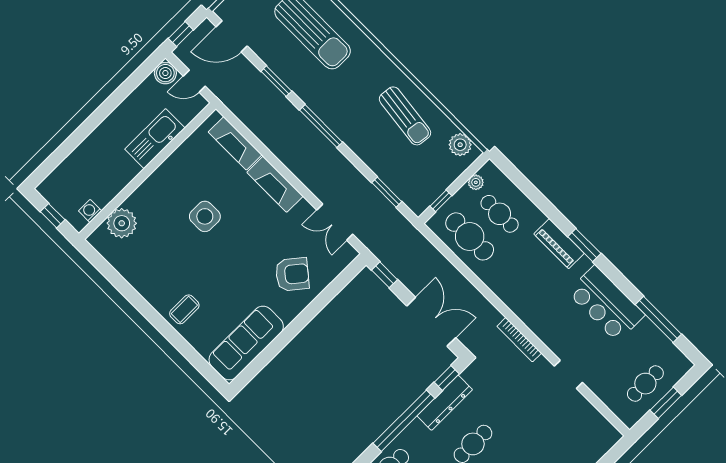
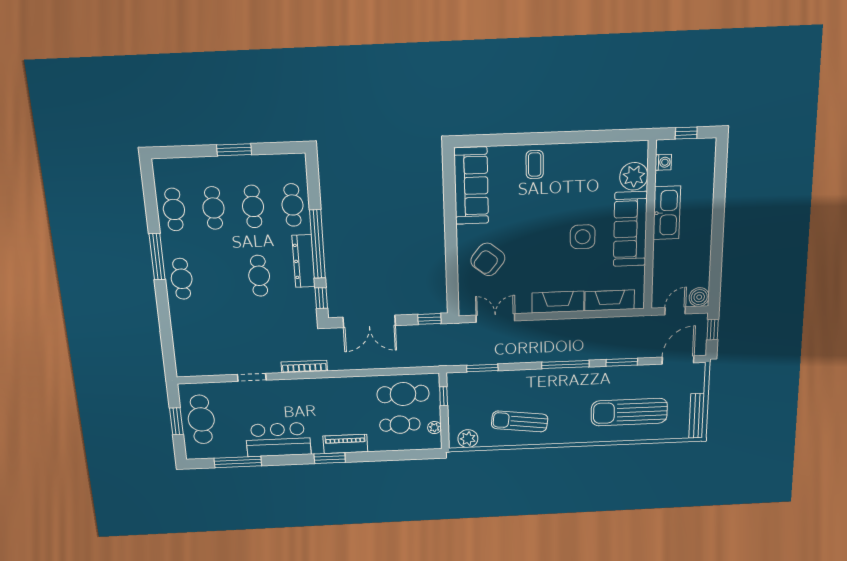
kitchen sink: (155, 139) -> (667, 213), moved
sofa: (164, 185) -> (630, 229), added
cafe table: (645, 384) -> (201, 419), width x1.37, depth x1.35
dresser: (445, 403) -> (304, 261), moved

